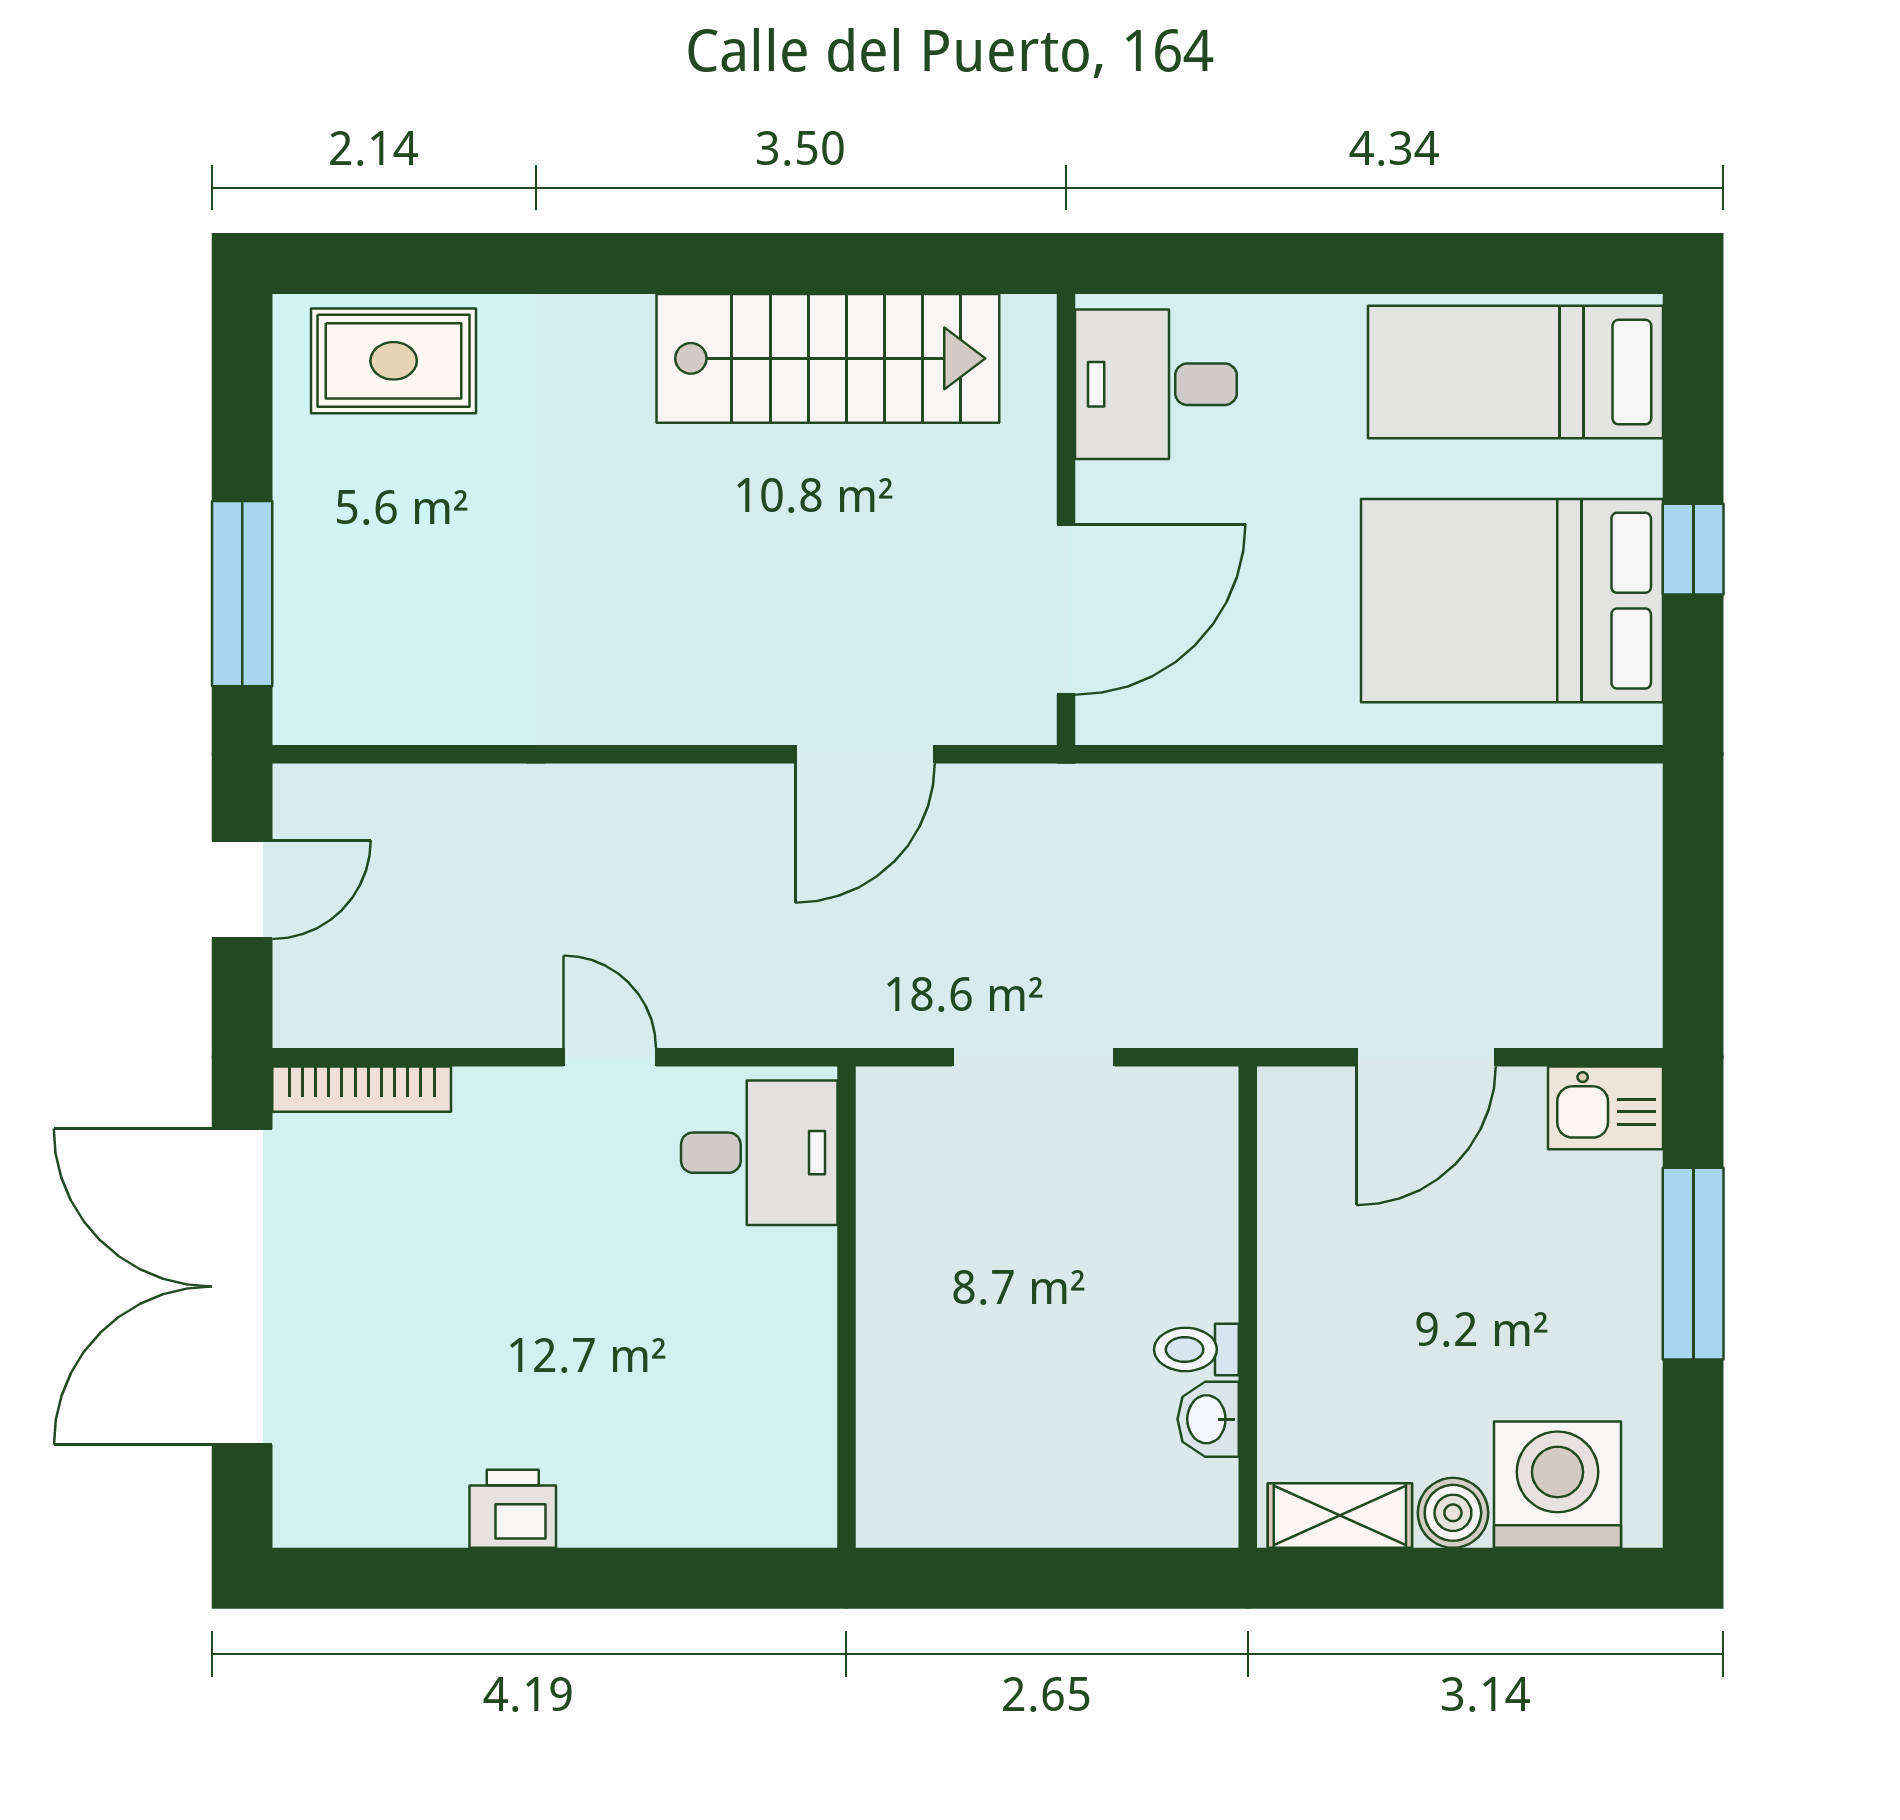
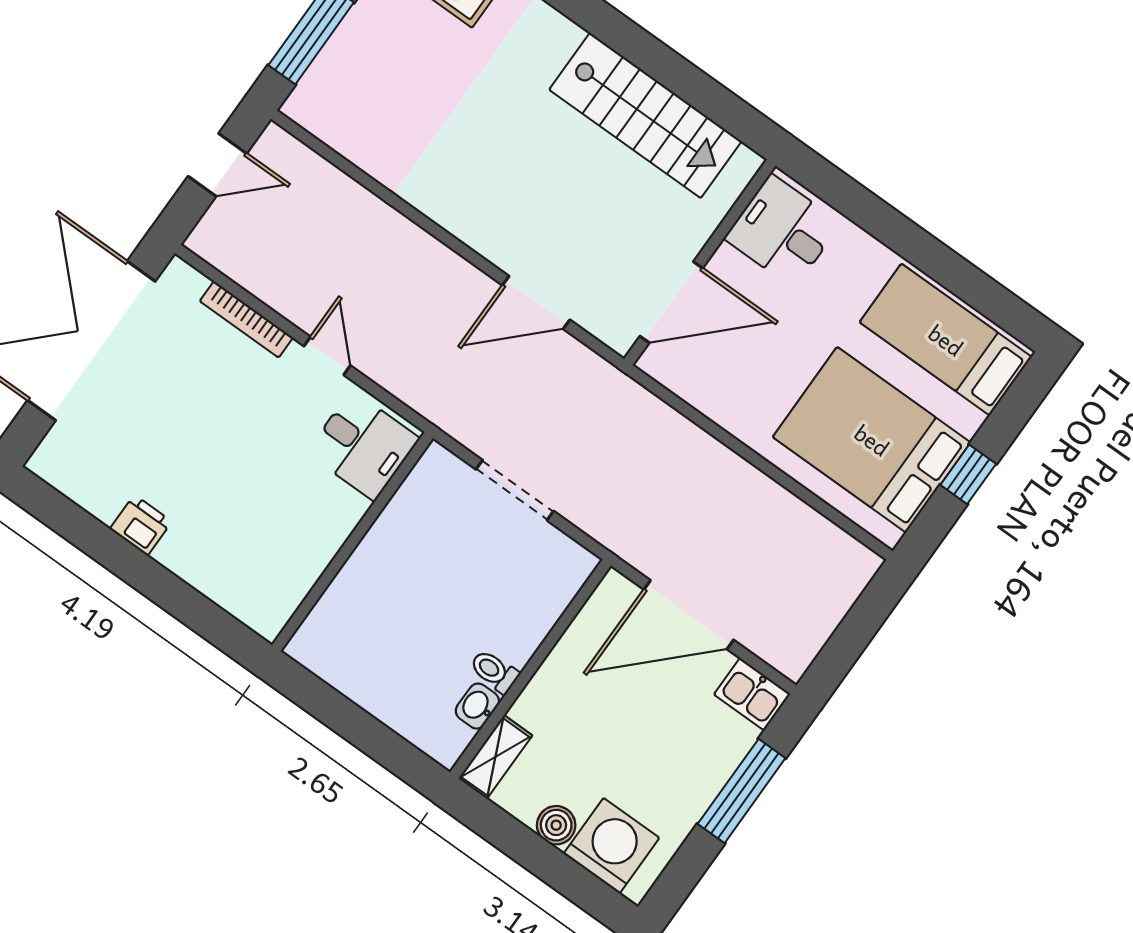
door: (1426, 1057) -> (689, 615), width x1.36
bookcase: (362, 1089) -> (246, 319), moved
shelving: (1340, 1516) -> (495, 757), moved, turned 90

